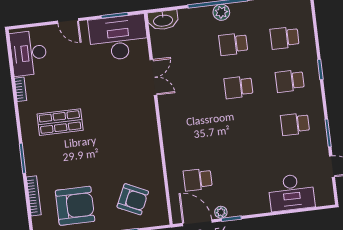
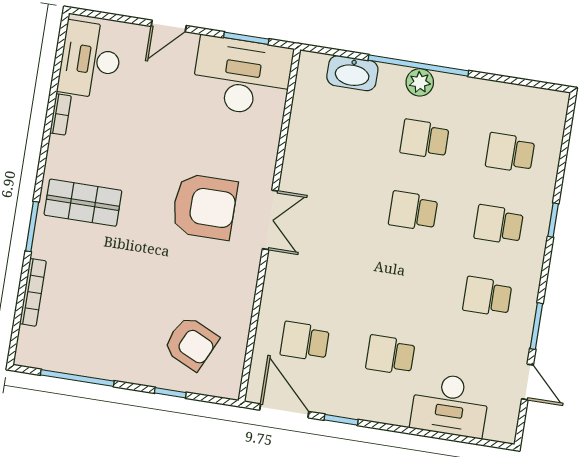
washbasin: (163, 20) -> (352, 73), moved
door: (68, 21) -> (169, 26), hinge flipped
double door: (153, 77) -> (270, 220), moved
shop shelf: (60, 122) -> (83, 203), moved
school desk: (249, 173) -> (390, 355), added
armchair: (75, 206) -> (204, 207), moved
plant: (221, 212) -> (327, 405), removed

